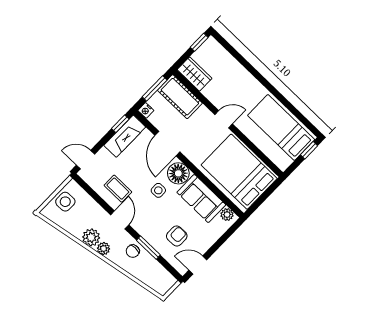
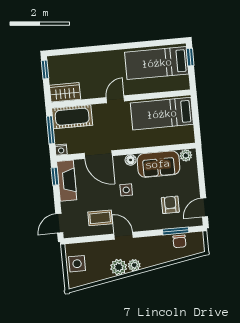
bed: (239, 172) -> (162, 114), width x0.67
floor lamp: (178, 173) -> (131, 160), width x0.53, depth x0.53
window: (148, 248) -> (176, 231), moved
chair: (133, 251) -> (179, 241), moved

